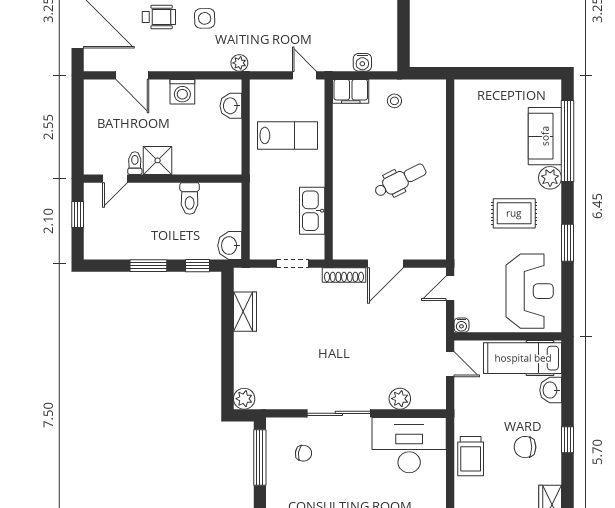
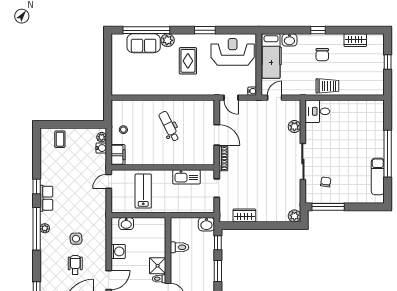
plant: (239, 63) -> (102, 137), moved
desk: (409, 445) -> (317, 111), width x0.53, depth x0.77

